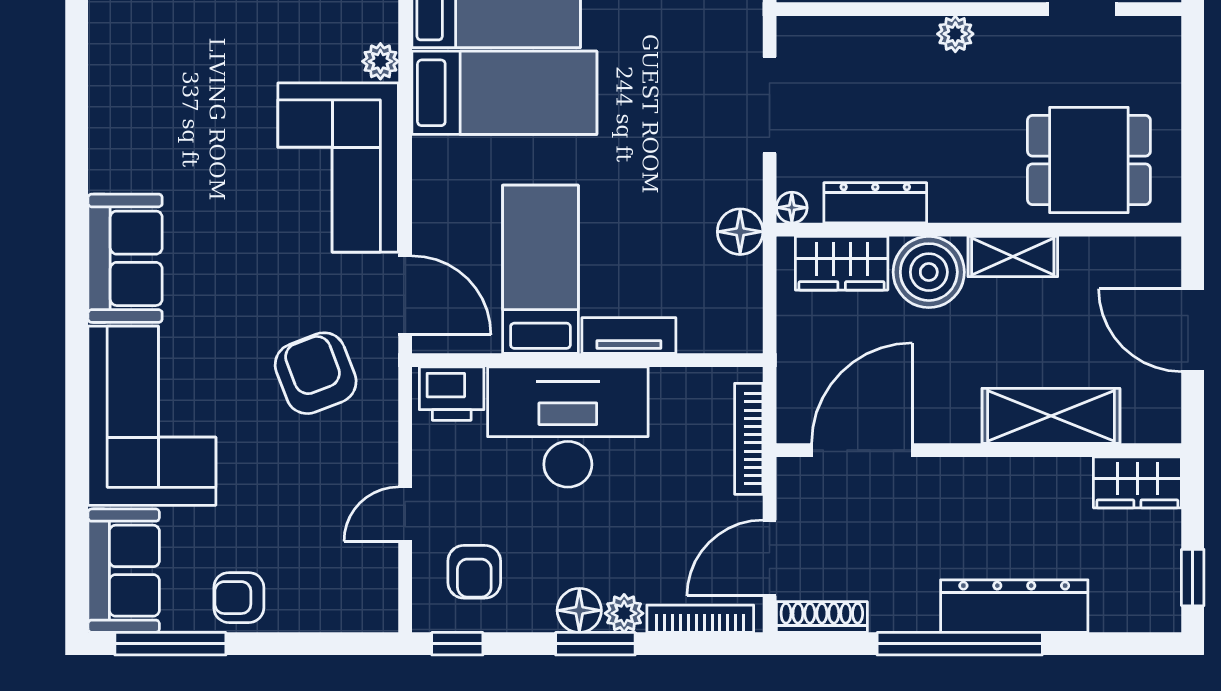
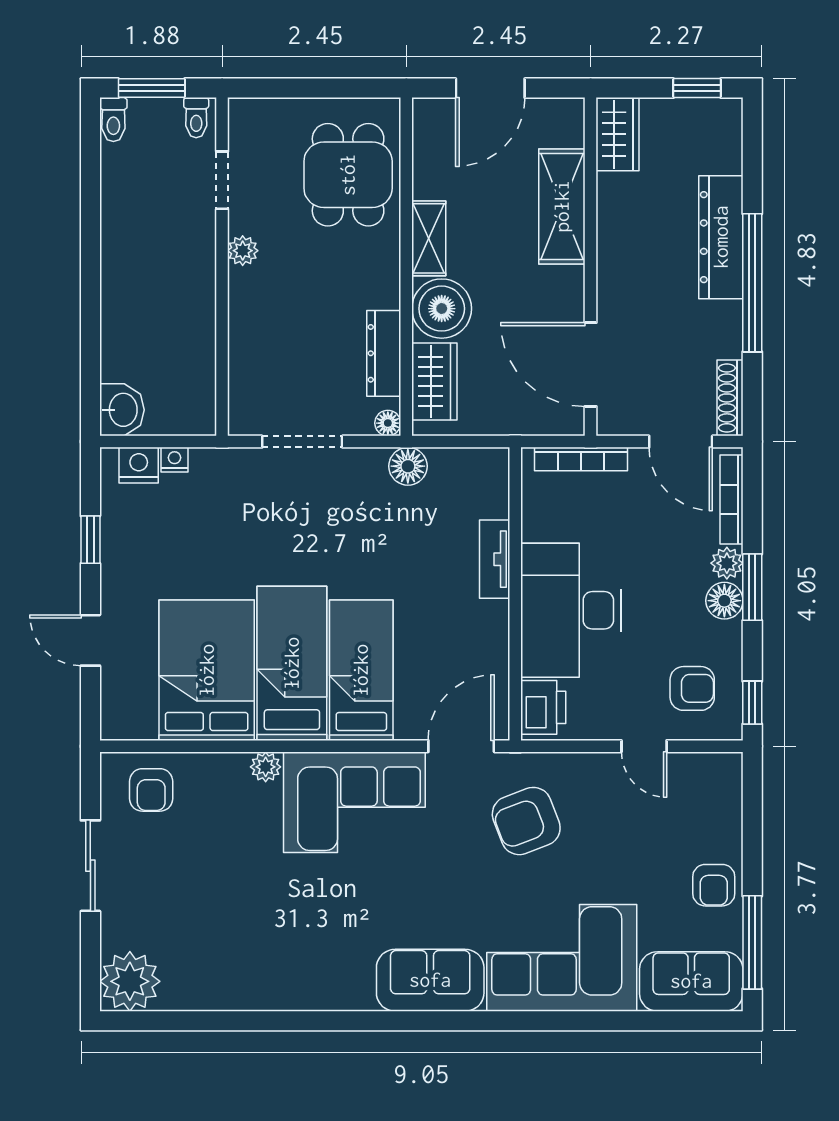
plant: (955, 34) -> (243, 251), moved
bed: (540, 269) -> (361, 670), moved, turned 90

